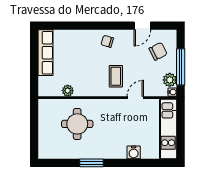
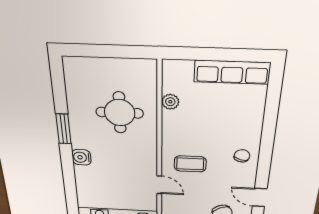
water cooler: (134, 152) -> (81, 157), moved

